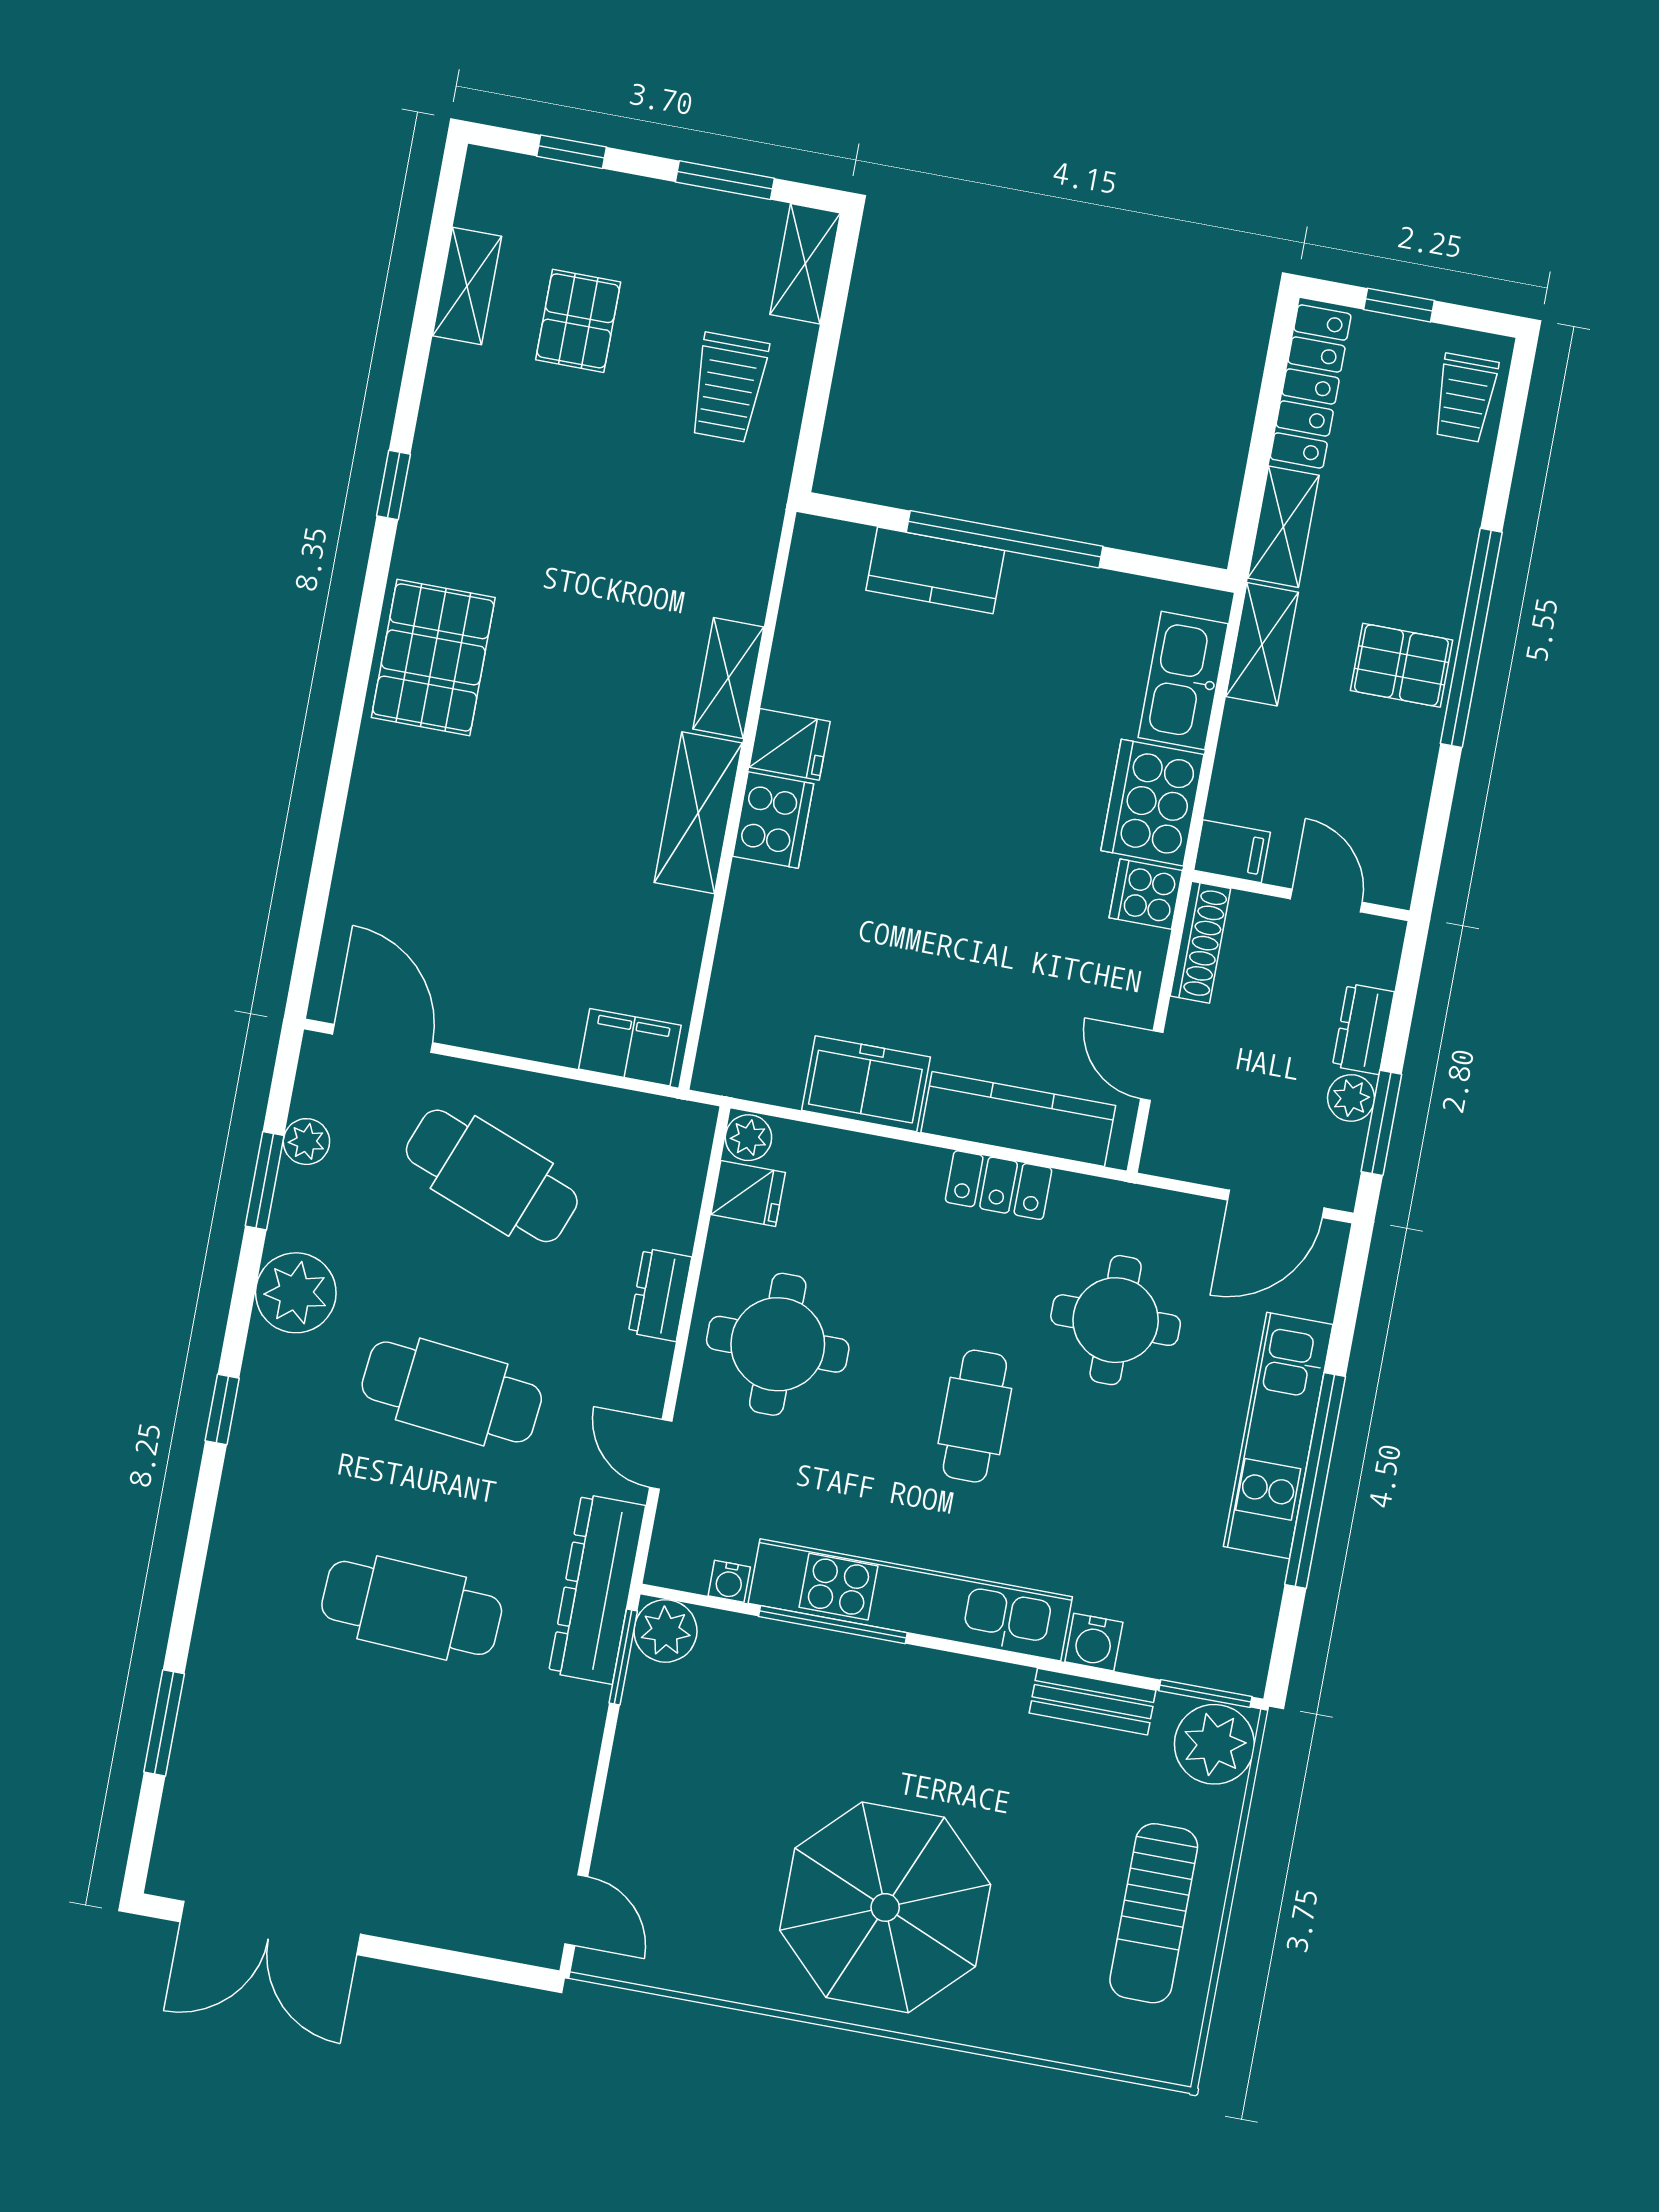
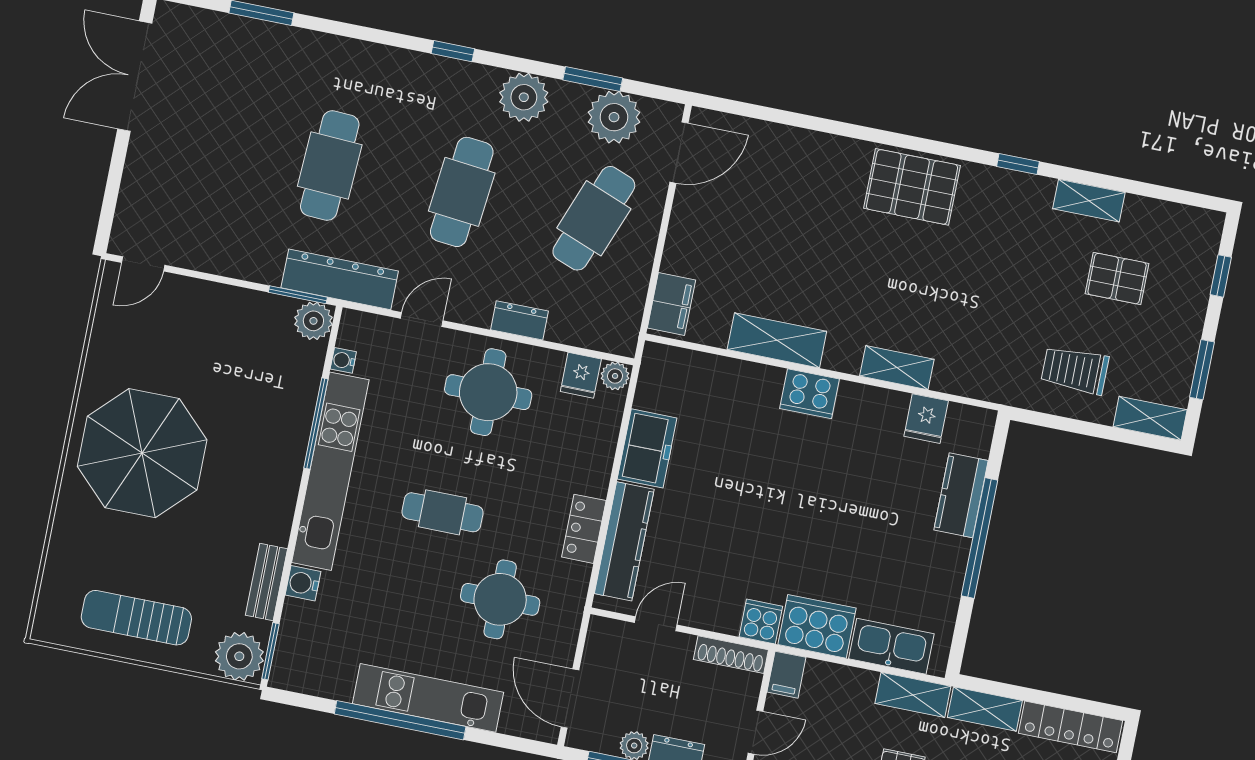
shelving: (467, 286) -> (1089, 201), moved
fridge: (790, 744) -> (926, 419), moved
shelving: (698, 813) -> (777, 340), moved
plant: (306, 1142) -> (614, 117), width x1.88, depth x1.88

